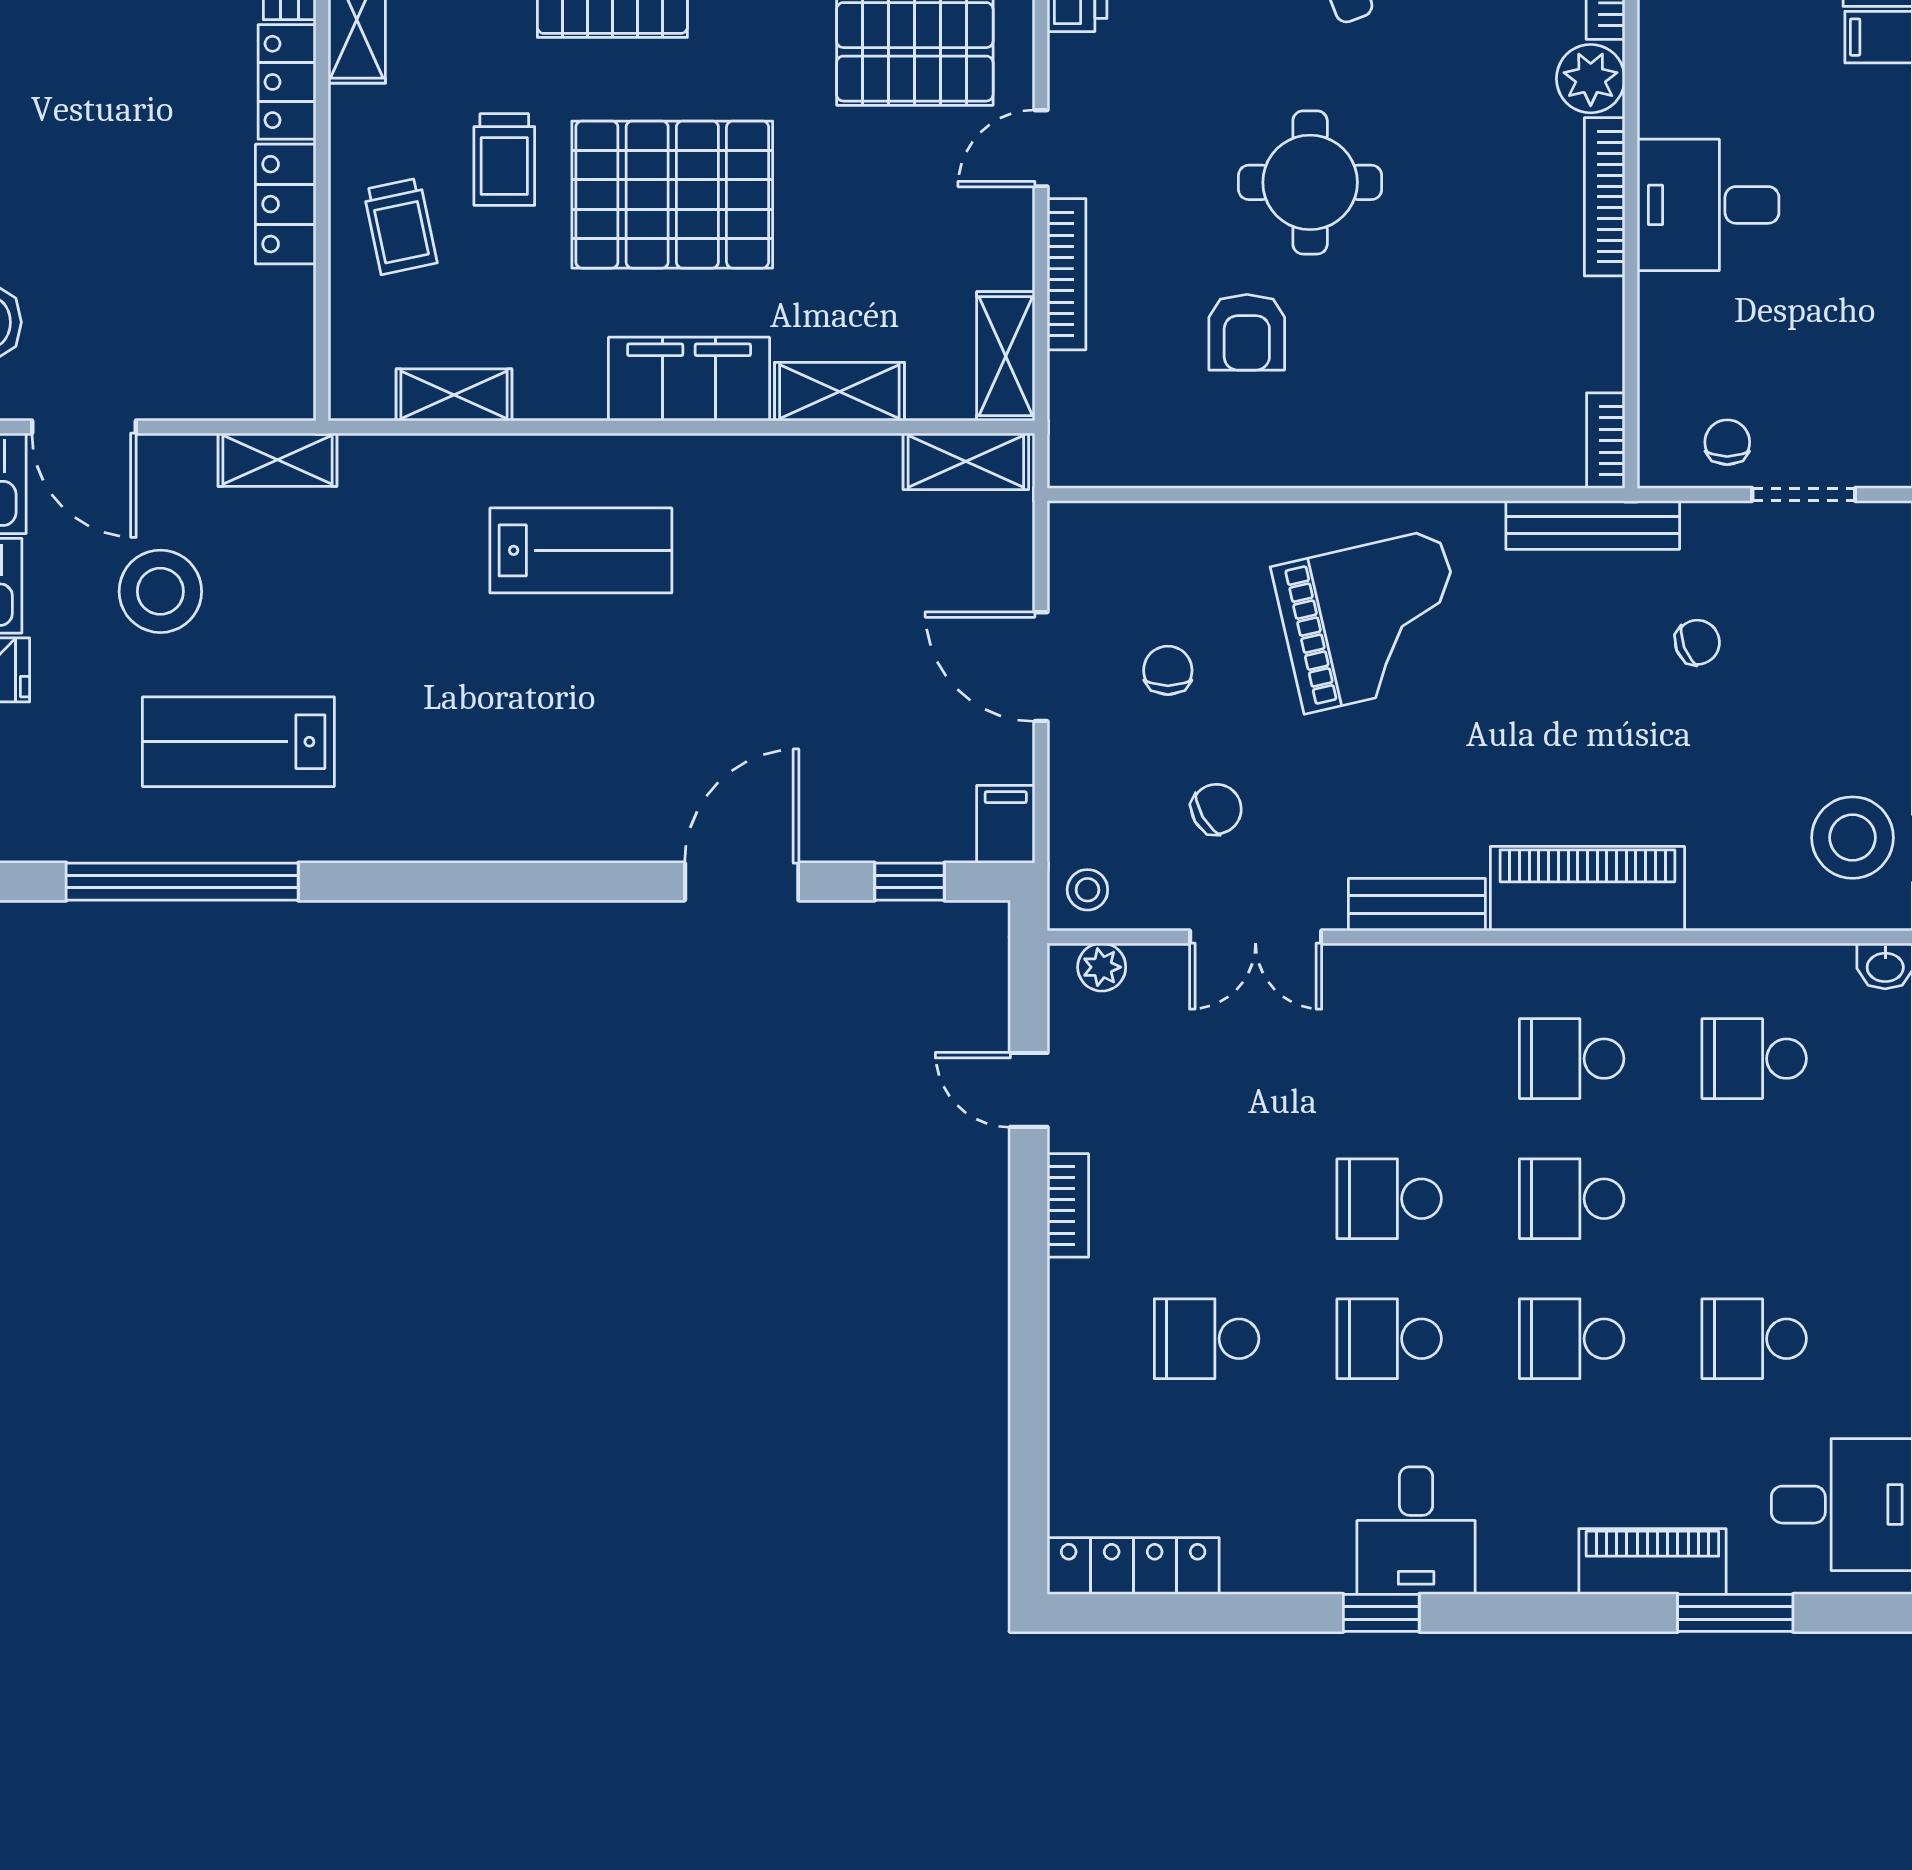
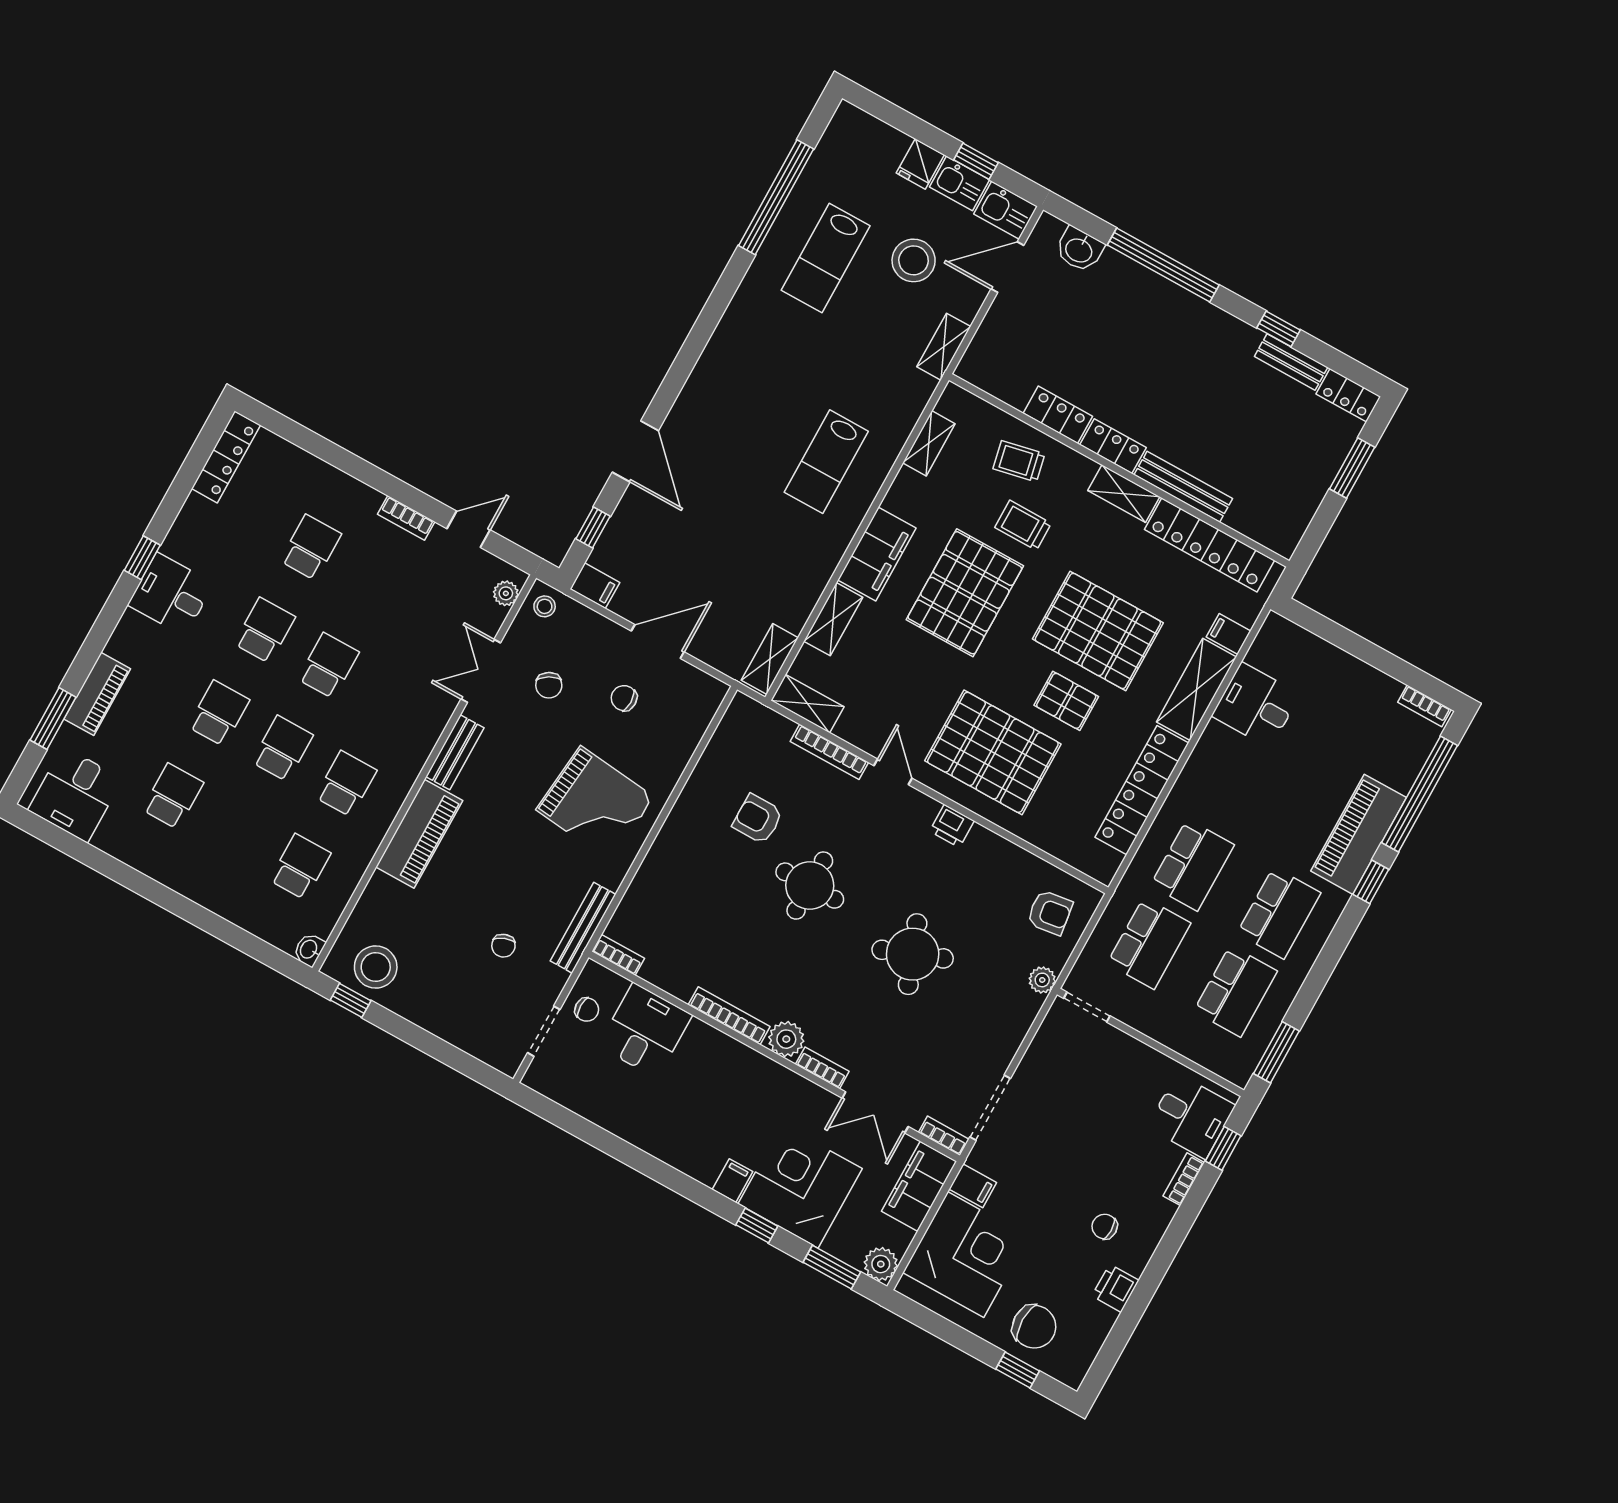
desk: (1708, 205) -> (645, 1031), moved
grand piano: (1372, 621) -> (595, 803), turned -71
chair: (1168, 670) -> (624, 698), turned 180
lab bench: (238, 742) -> (826, 258), turned 180

